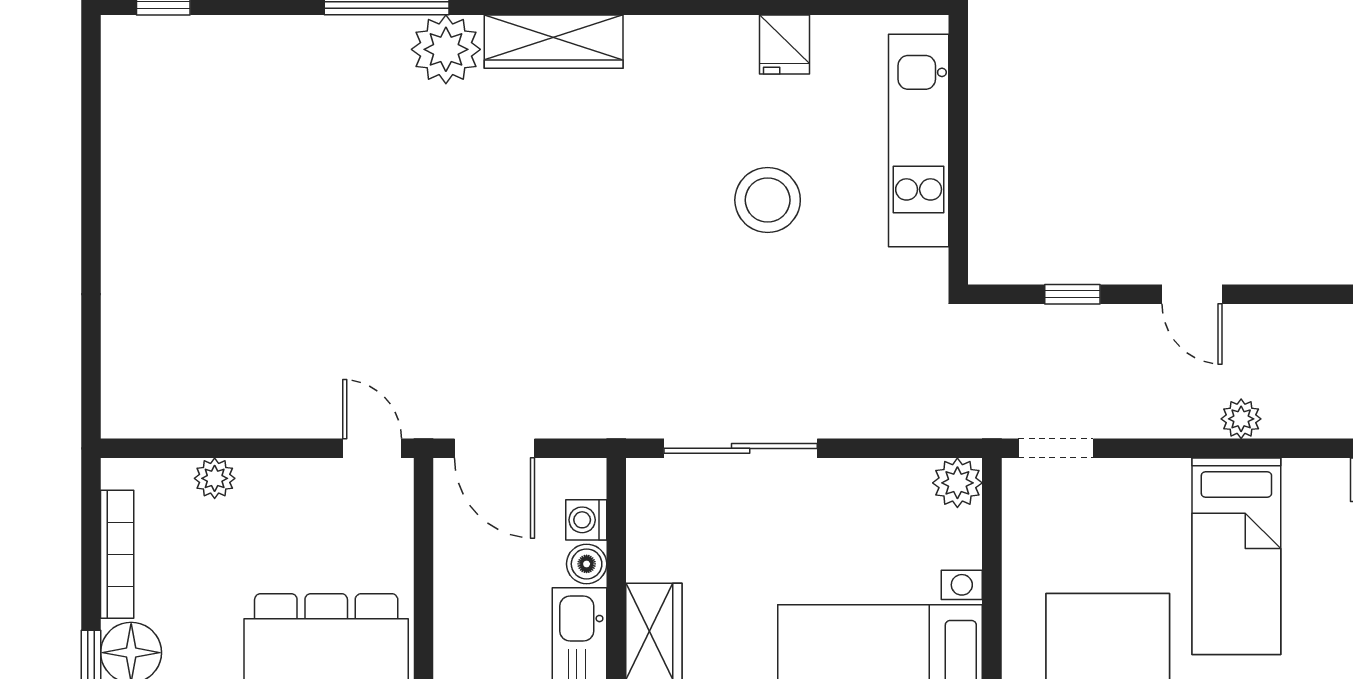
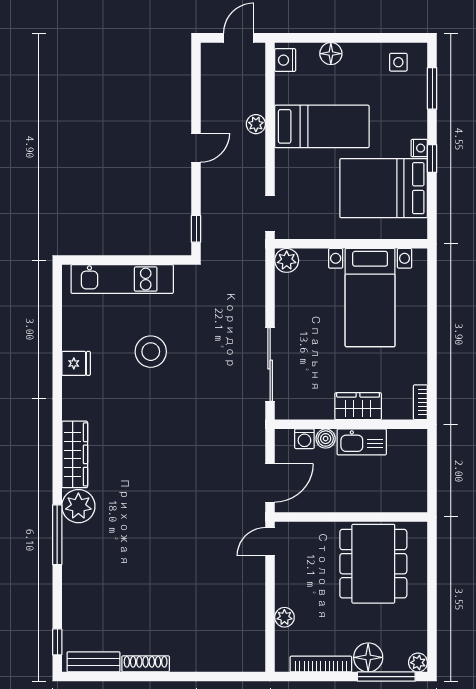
fridge: (785, 44) -> (76, 363), moved
bench: (122, 81) -> (94, 662), added
shoe rack: (118, 189) -> (146, 664), added
window: (1072, 294) -> (196, 229), moved

